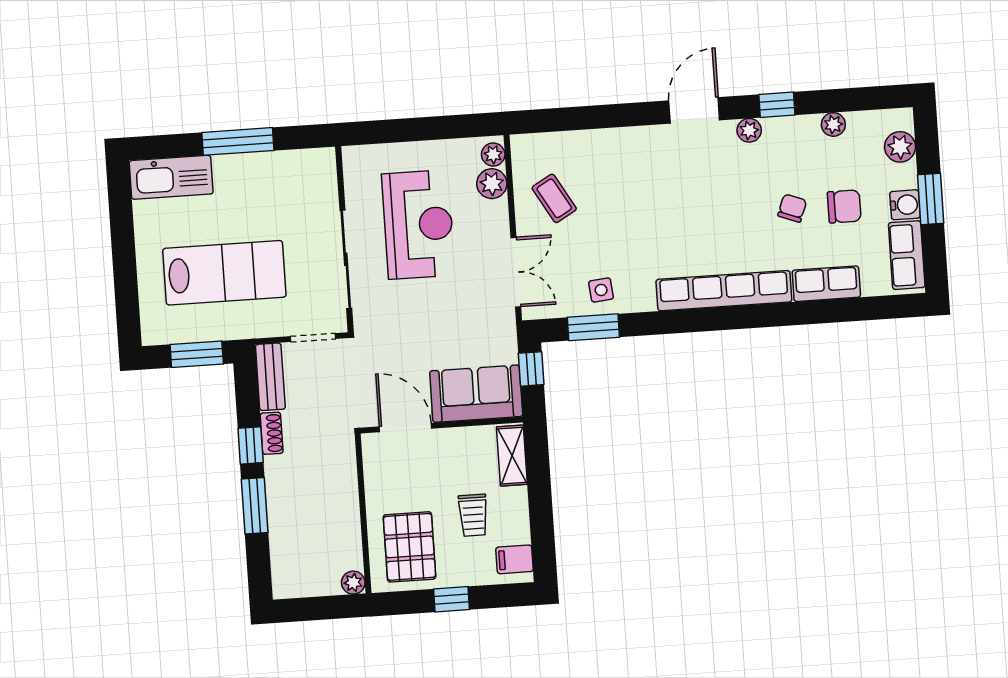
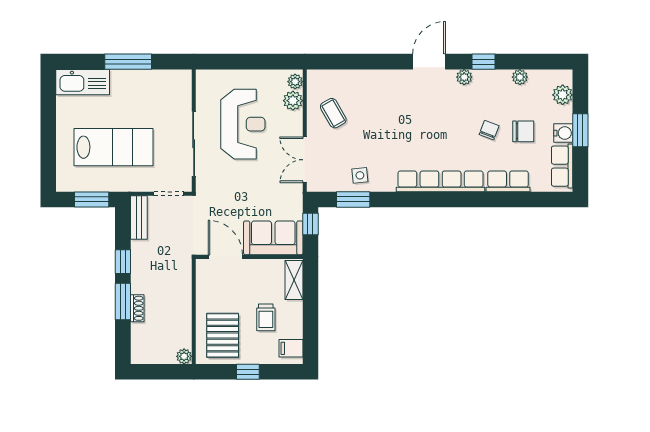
double door: (516, 272) -> (305, 160), swing flipped
shoe rack: (272, 433) -> (137, 308), moved

